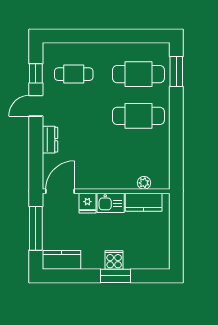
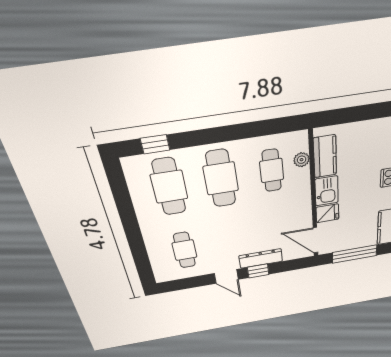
window: (176, 71) -> (155, 144), width x0.67
window: (36, 73) -> (258, 271), moved
dresser: (50, 140) -> (261, 258), width x1.44
cafe table: (138, 158) -> (272, 171), added

